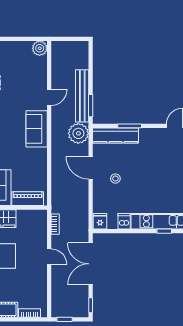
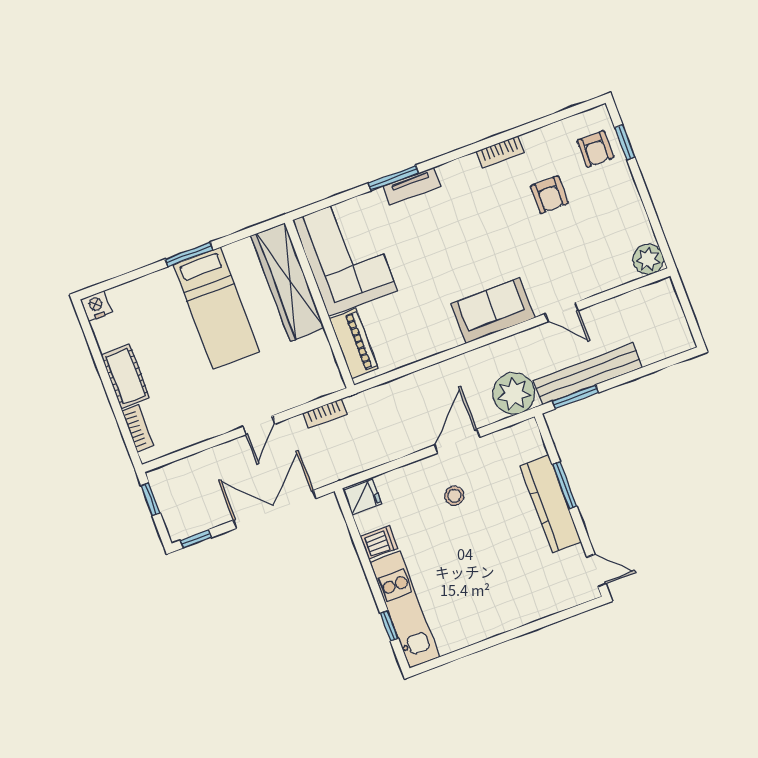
kitchen counter: (116, 135) -> (551, 504), moved

